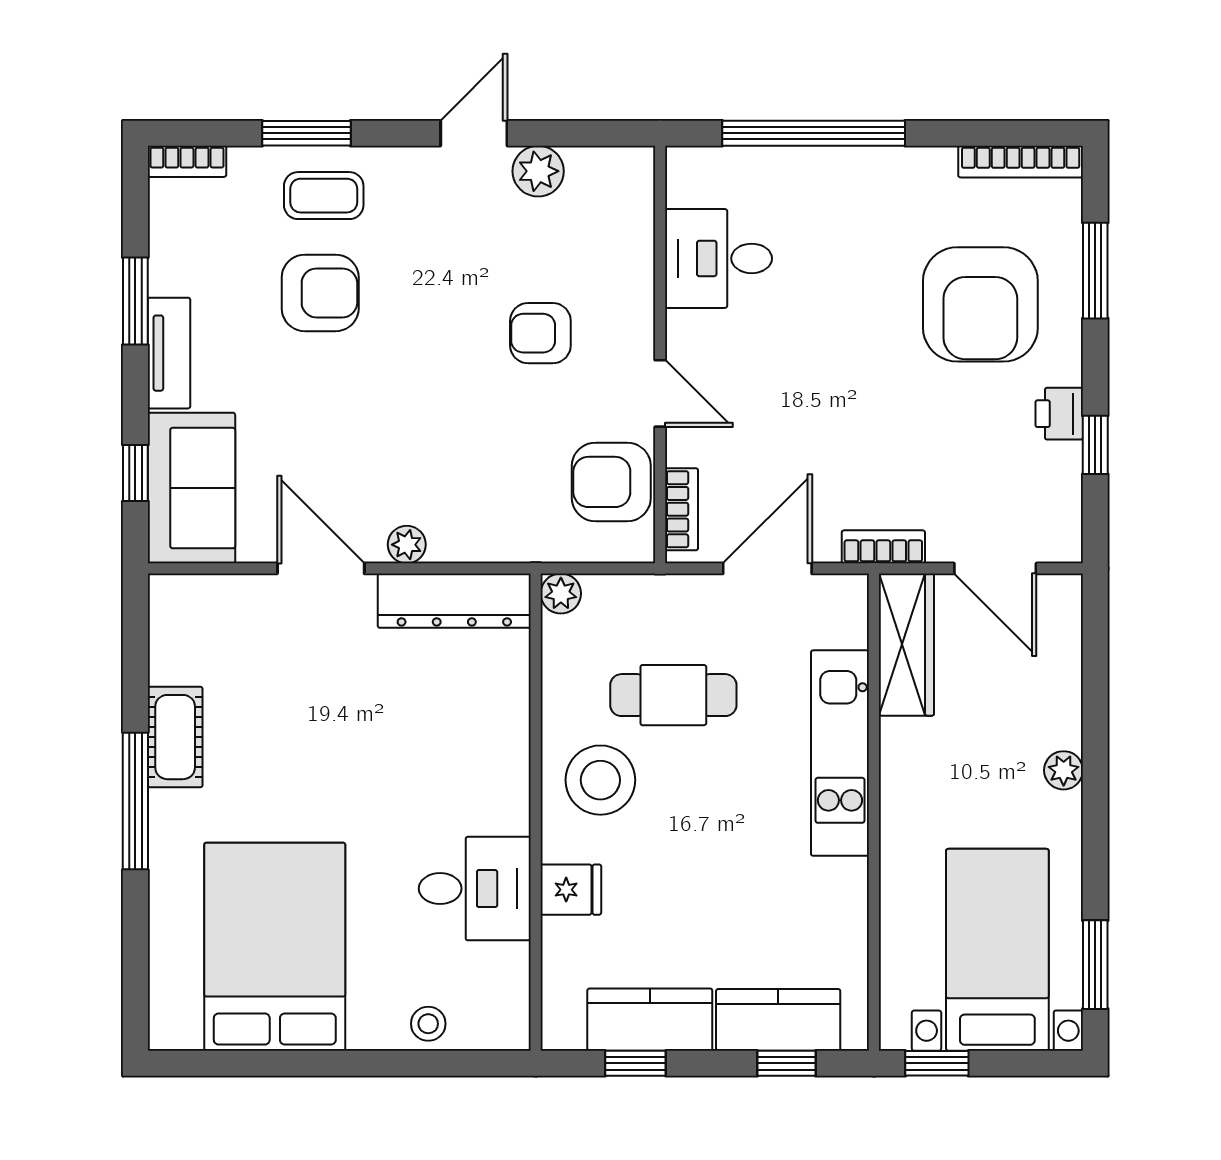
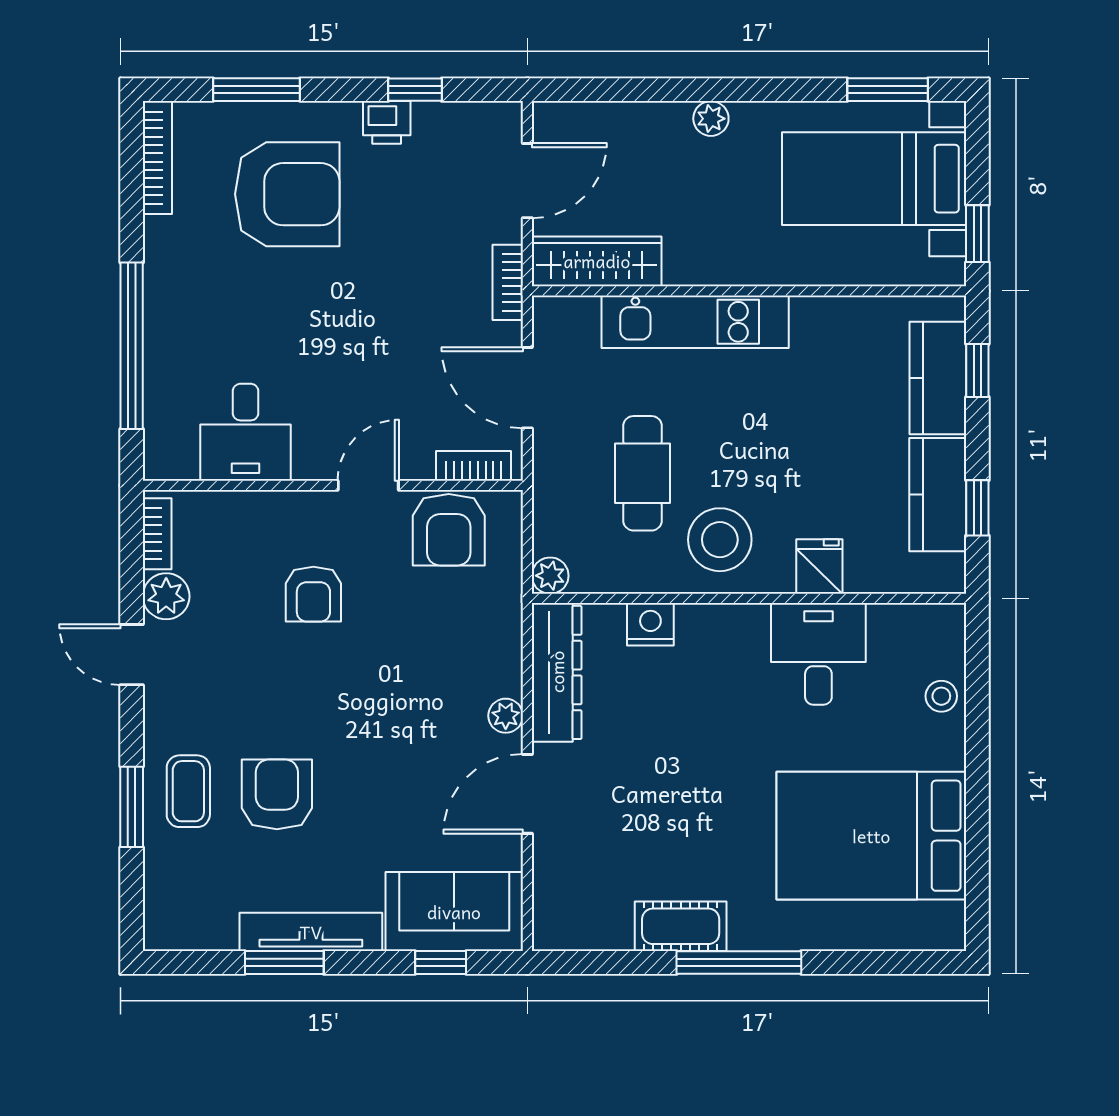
bookcase: (187, 161) -> (157, 534), moved
tv unit: (169, 353) -> (311, 932), width x1.41
nightstand: (507, 704) -> (650, 624), added

